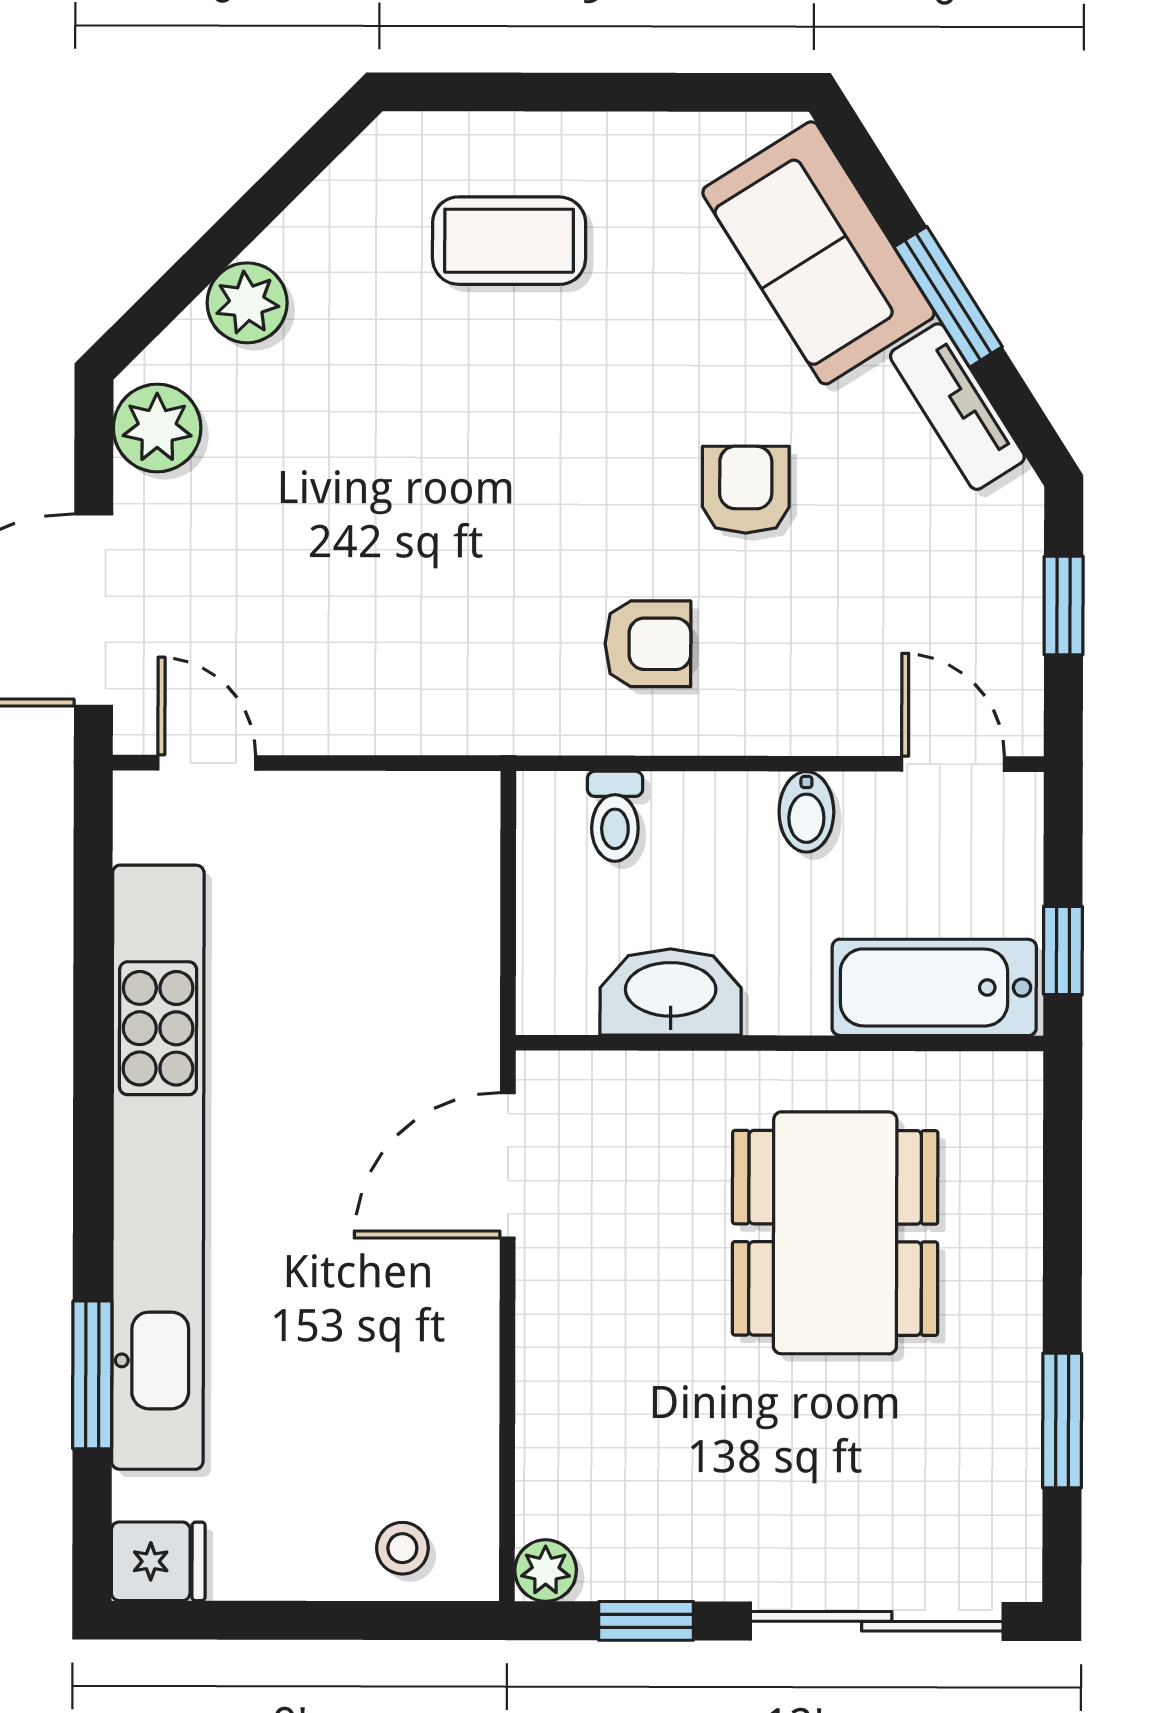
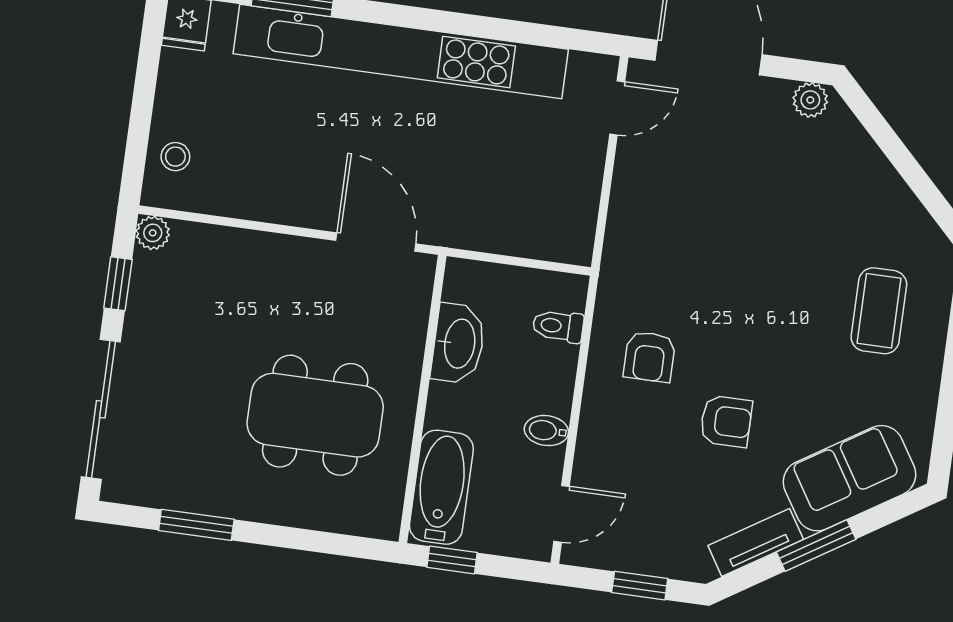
plant: (247, 303) -> (864, 164), removed
plant: (157, 428) -> (810, 100), width x0.73, depth x0.73

